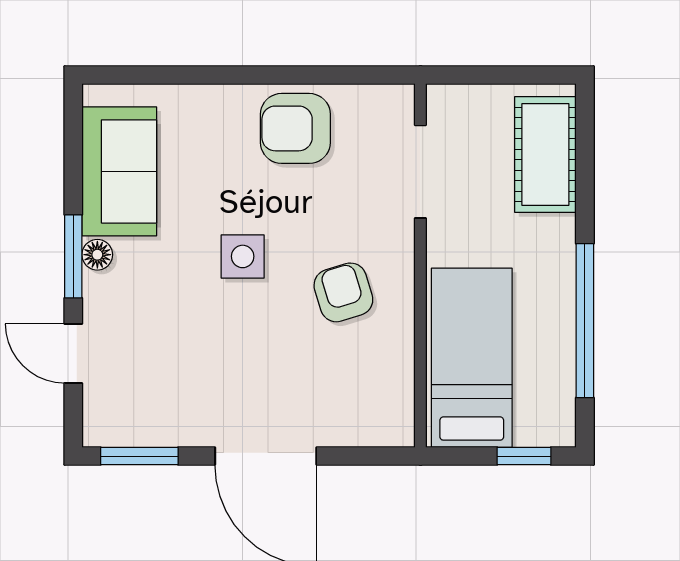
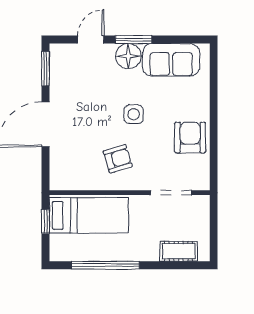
cot: (545, 154) -> (179, 251), width x0.73, depth x0.75
floor lamp: (97, 255) -> (128, 56), width x1.89, depth x1.89
window: (524, 456) -> (46, 221), moved

